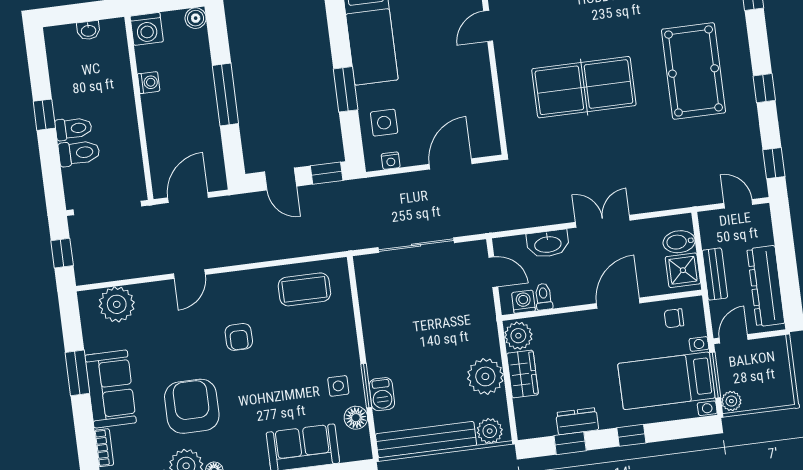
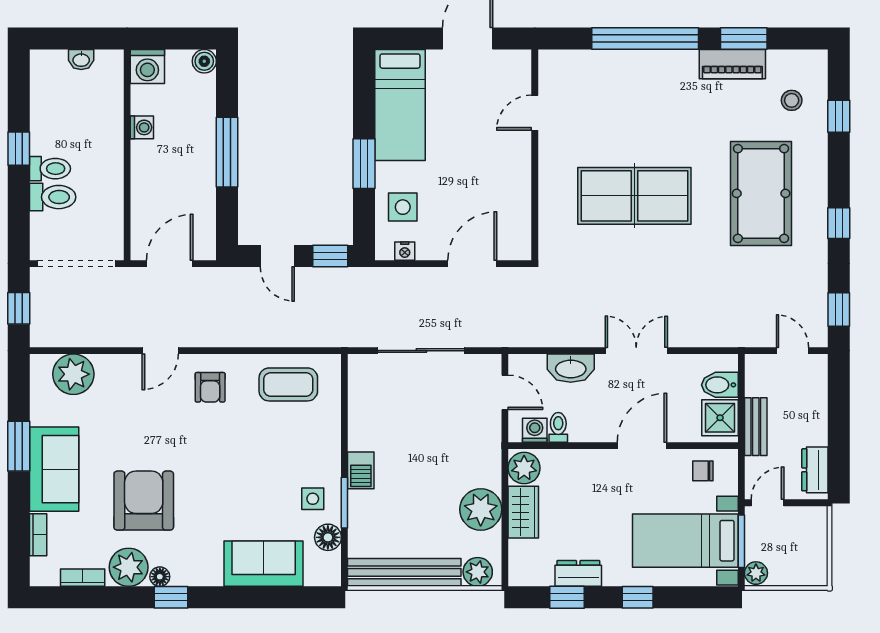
dresser: (766, 286) -> (815, 470), width x0.51, depth x0.80
armchair: (239, 337) -> (210, 387), moved
barbecue: (382, 394) -> (361, 470), moved

